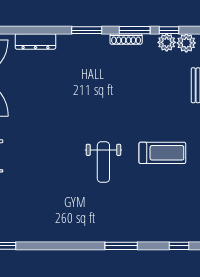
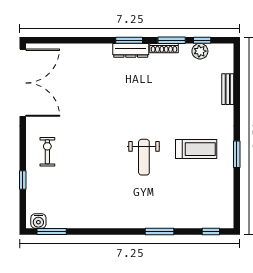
dresser: (35, 41) -> (131, 50), moved
plant: (186, 43) -> (217, 52), removed

